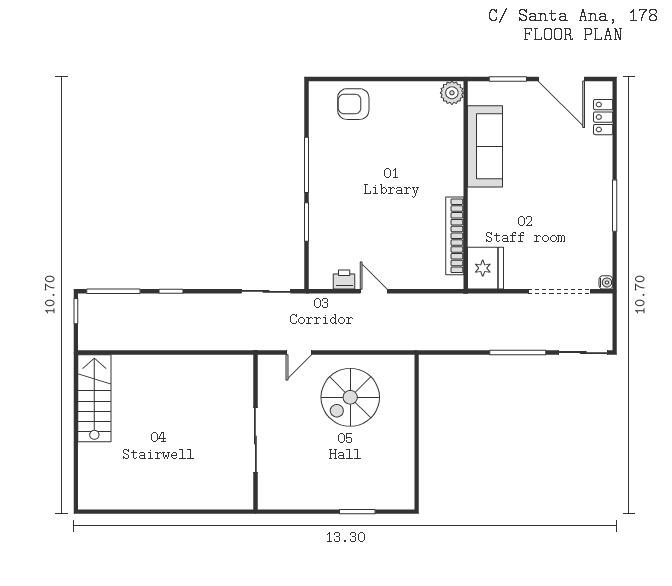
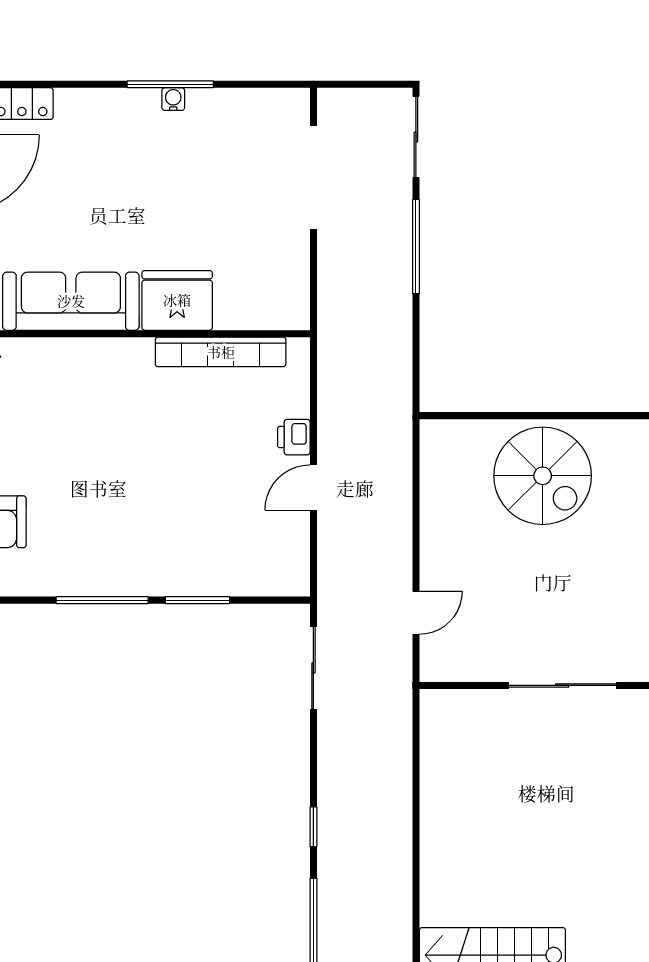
fridge: (486, 268) -> (177, 300), moved
printer: (344, 280) -> (294, 437), moved
water cooler: (606, 282) -> (173, 99), moved
door: (299, 353) -> (416, 613), hinge flipped
spiral stairs: (350, 397) -> (543, 476), moved

